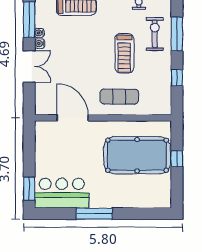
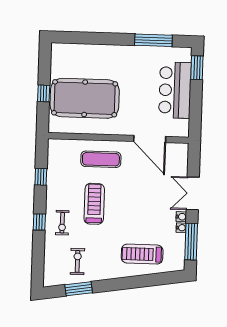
exercise bike: (155, 34) -> (62, 223), width x0.73, depth x0.72
window: (177, 34) -> (39, 222), width x0.46
bar counter: (62, 193) -> (175, 90), moved, turned 90
window: (94, 214) -> (153, 40), moved

